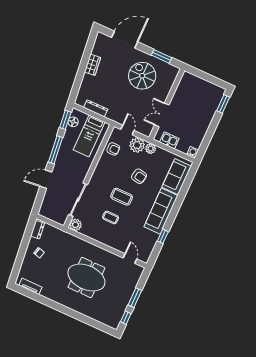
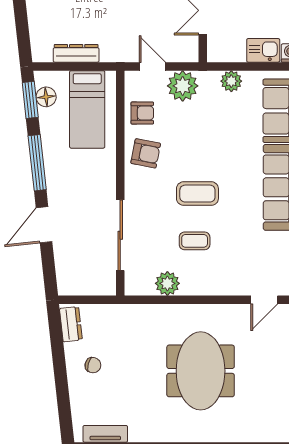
kitchen sink: (169, 140) -> (263, 50), moved
plant: (151, 149) -> (231, 81), moved
armchair: (139, 176) -> (146, 153), moved
plant: (76, 225) -> (167, 283), moved
door: (130, 258) -> (264, 300), swing flipped
meeting table: (86, 278) -> (201, 371), turned 90

